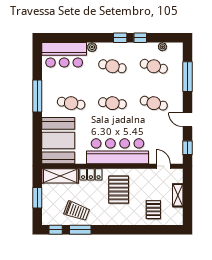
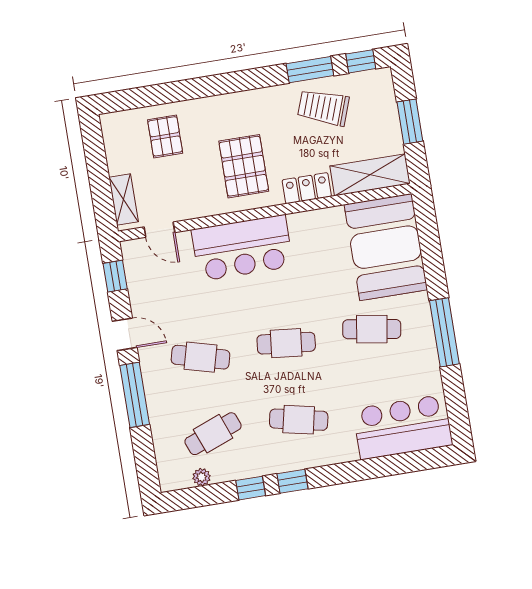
plant: (92, 47) -> (347, 452), removed
cafe table: (154, 66) -> (213, 434), turned -36
window: (188, 77) -> (135, 395), moved
bar counter: (117, 151) -> (242, 248), width x0.73
shelving: (178, 195) -> (124, 199), moved

